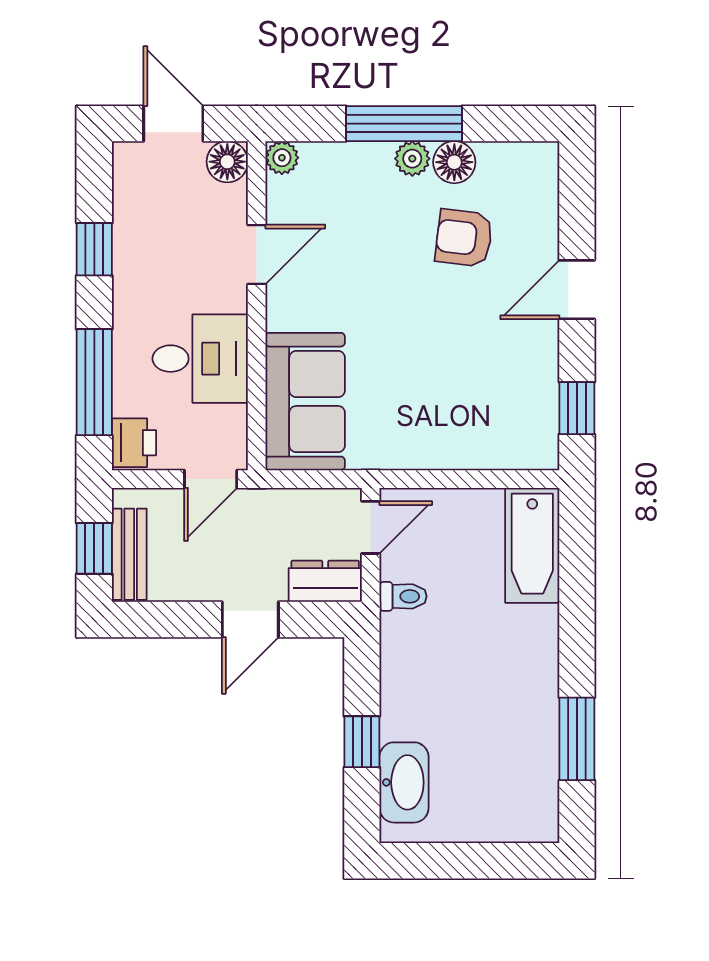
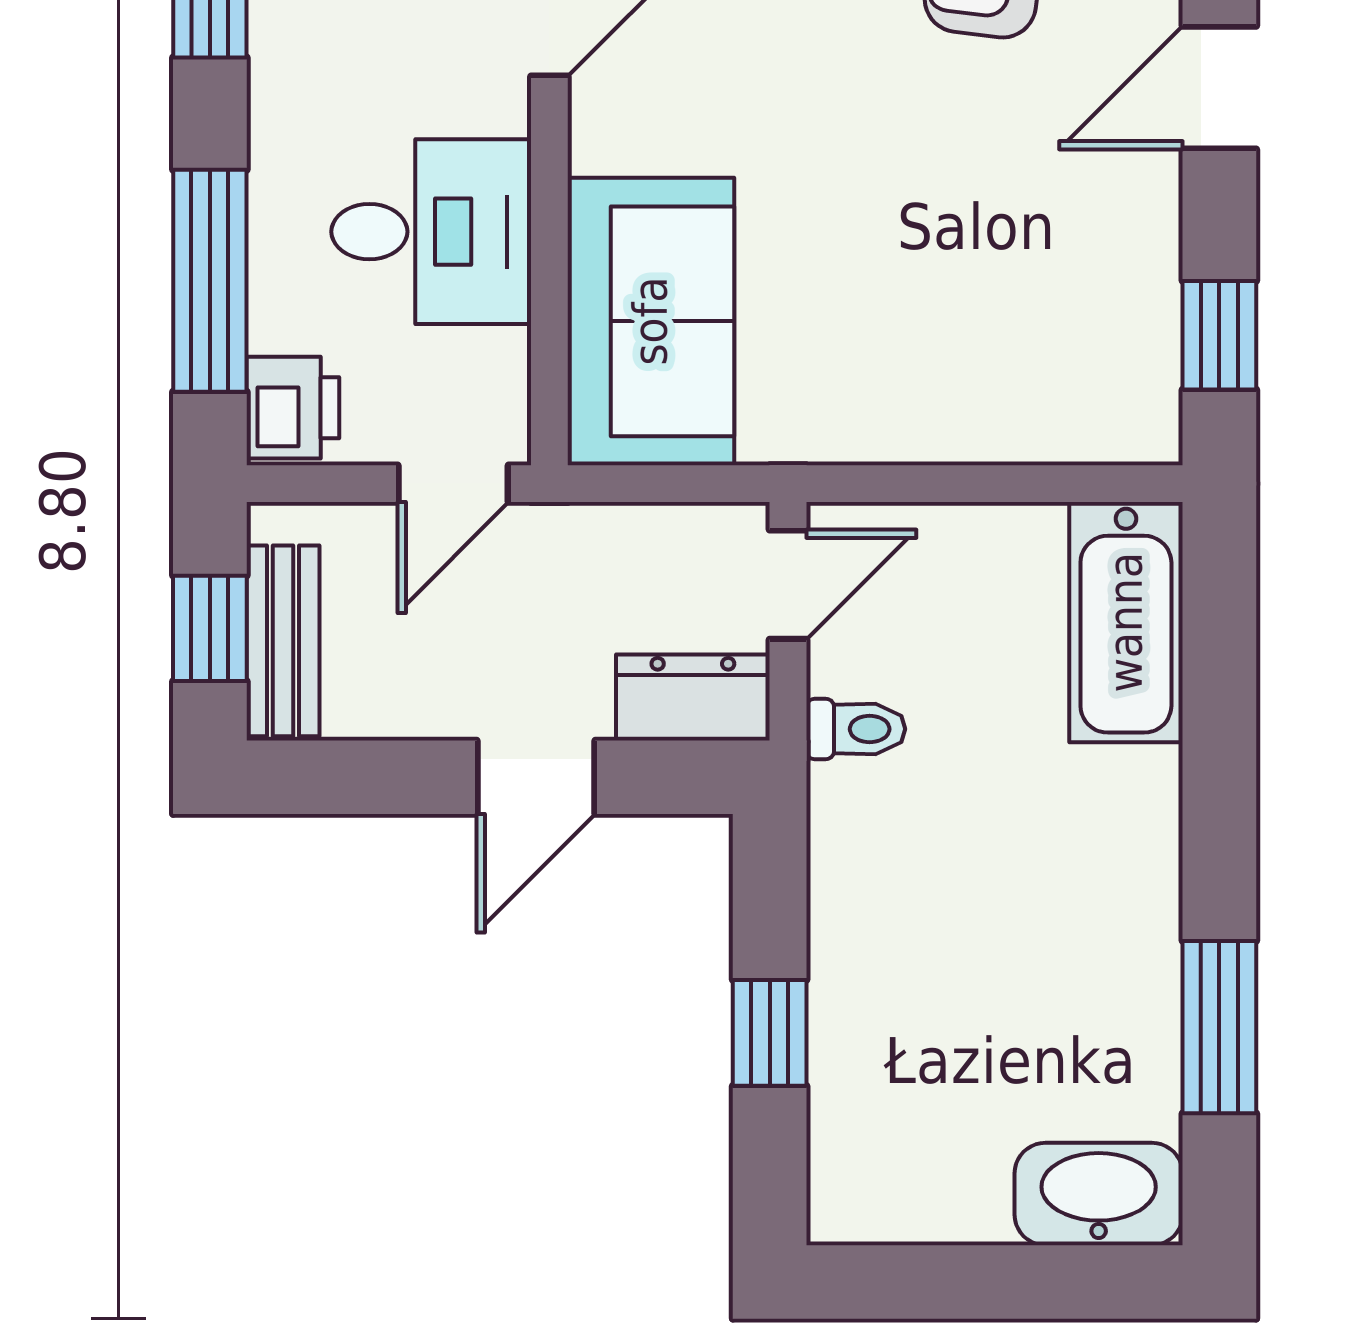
washbasin: (404, 782) -> (1099, 1194), moved, turned -90

